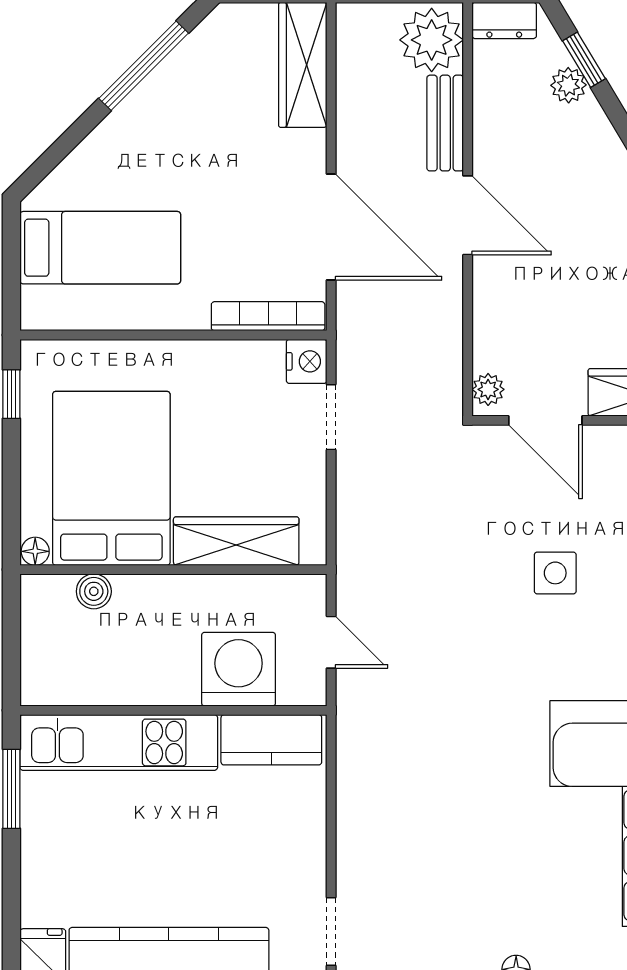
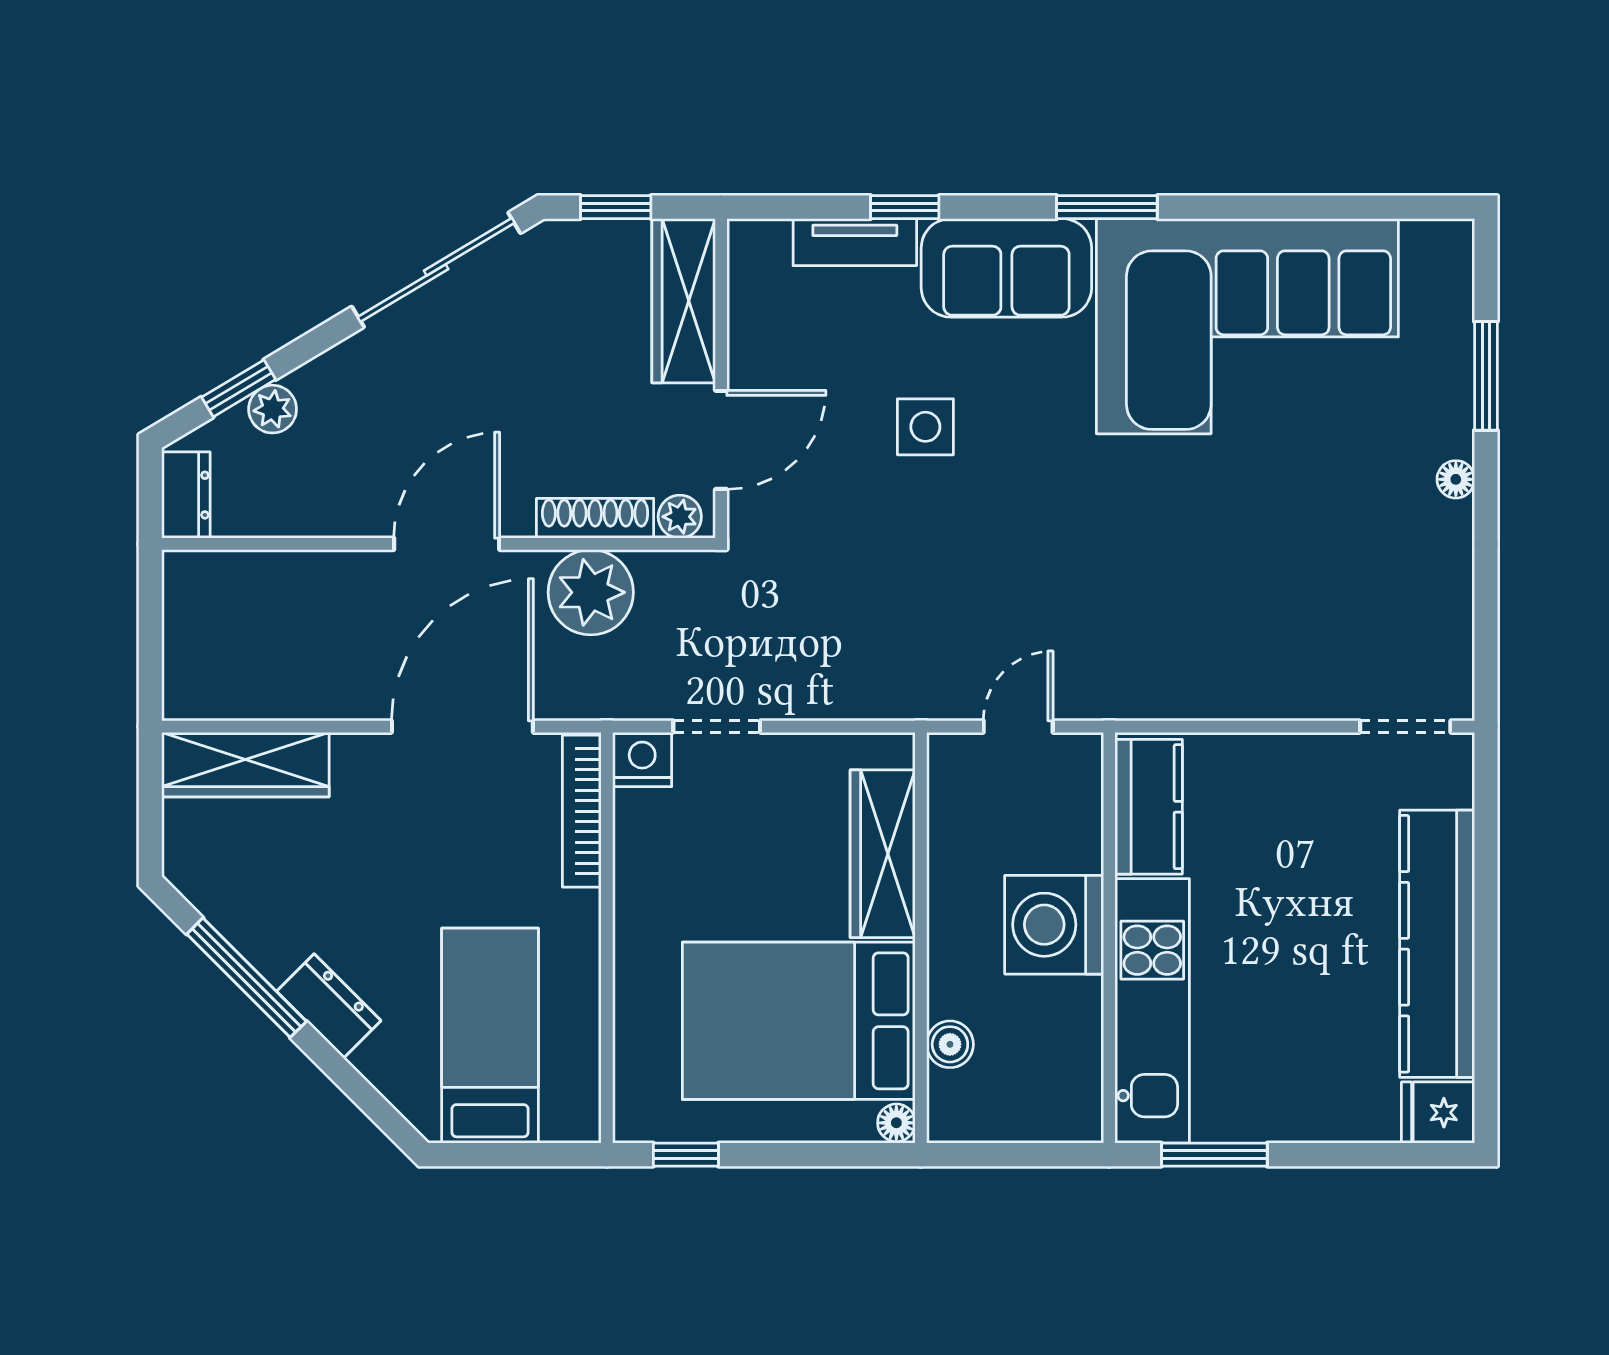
plant: (432, 40) -> (591, 592), moved
bench: (445, 123) -> (323, 574), removed
dresser: (122, 127) -> (329, 1006), added
shoe rack: (487, 326) -> (595, 518), added
washing machine: (239, 669) -> (1054, 925), moved

